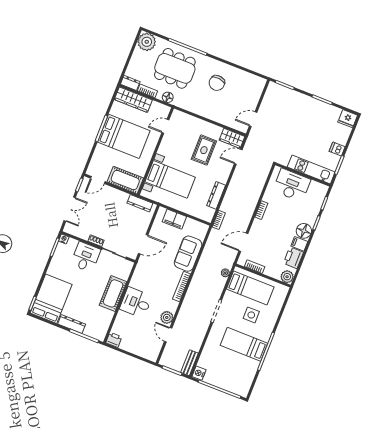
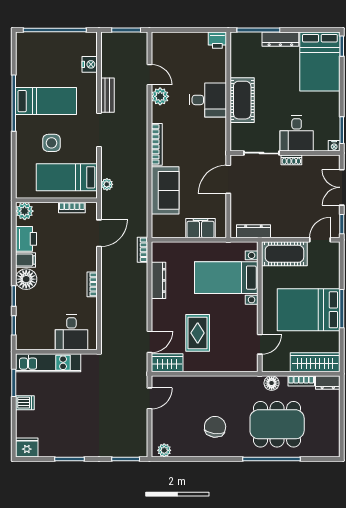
plant: (147, 42) -> (164, 450), moved, width x0.53, depth x0.53
desk: (292, 185) -> (71, 332), width x0.73
bench: (189, 363) -> (107, 95), moved
nightstand: (199, 373) -> (90, 64), moved

